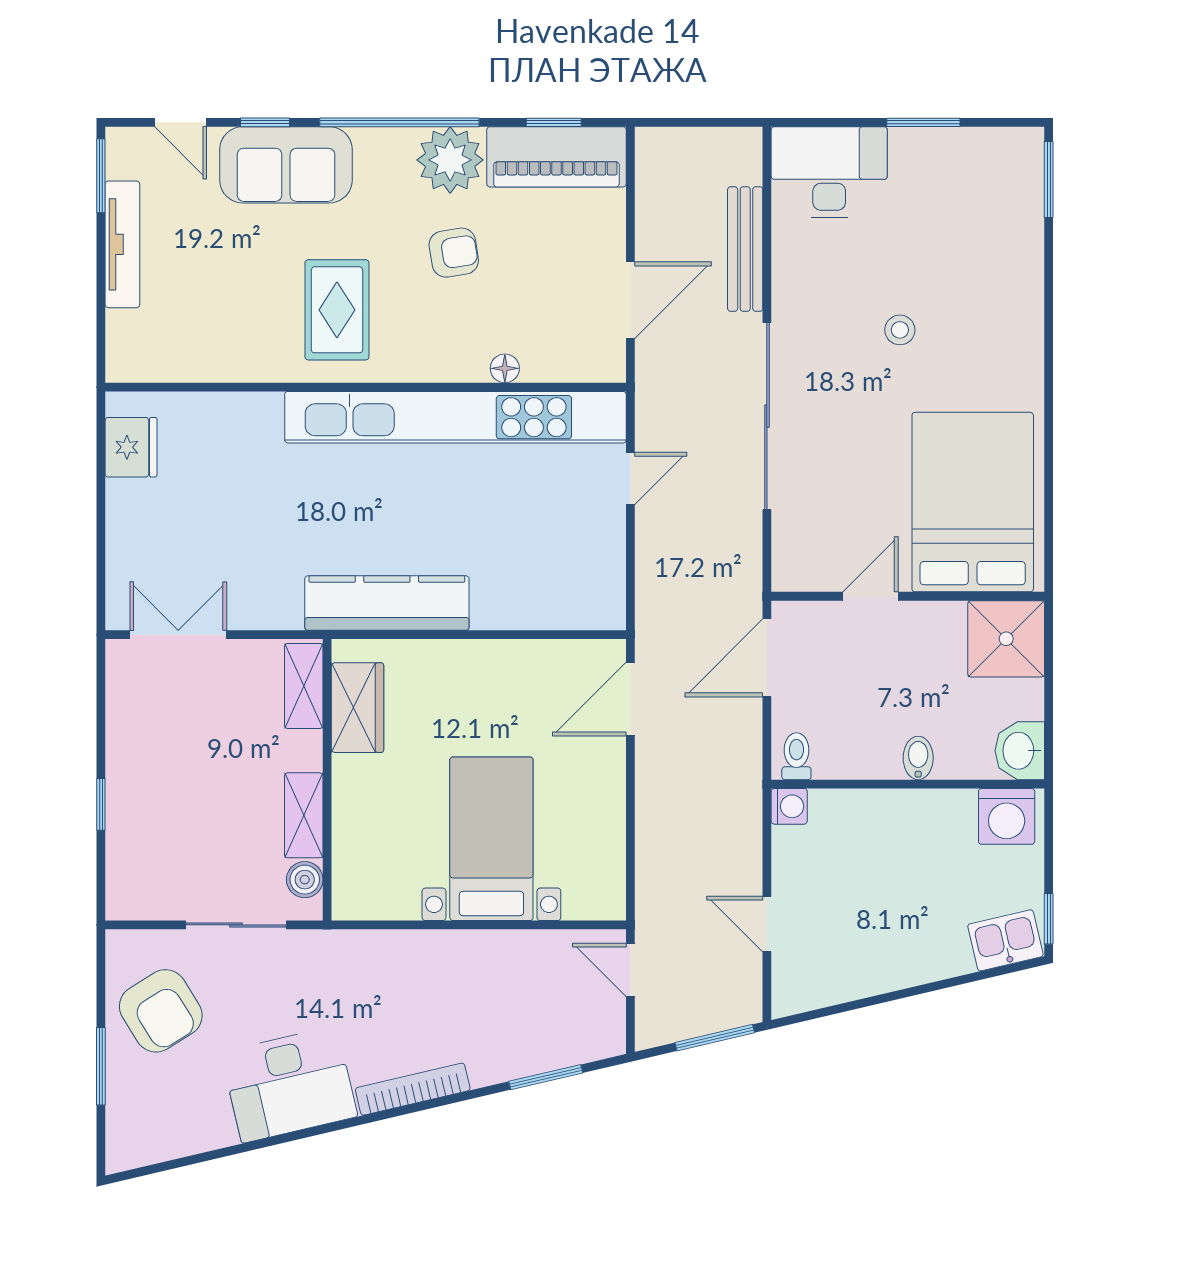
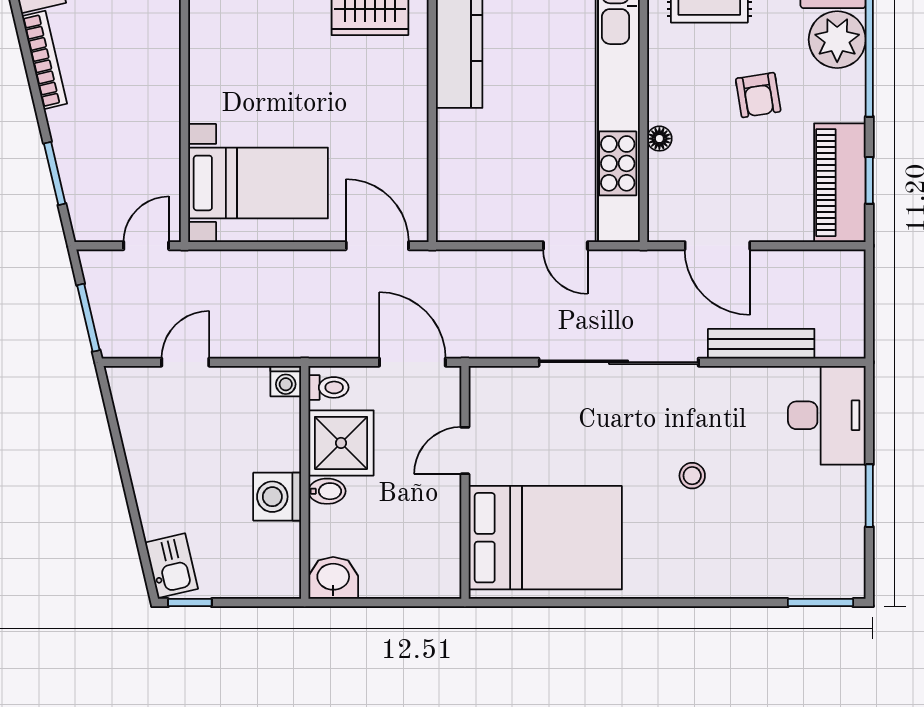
plant: (450, 160) -> (837, 40), moved
door: (870, 596) -> (465, 451), swing flipped
shower: (1006, 639) -> (341, 443), moved
washing machine: (1007, 816) -> (277, 497), moved
bed with nightstands: (491, 839) -> (258, 183), moved

